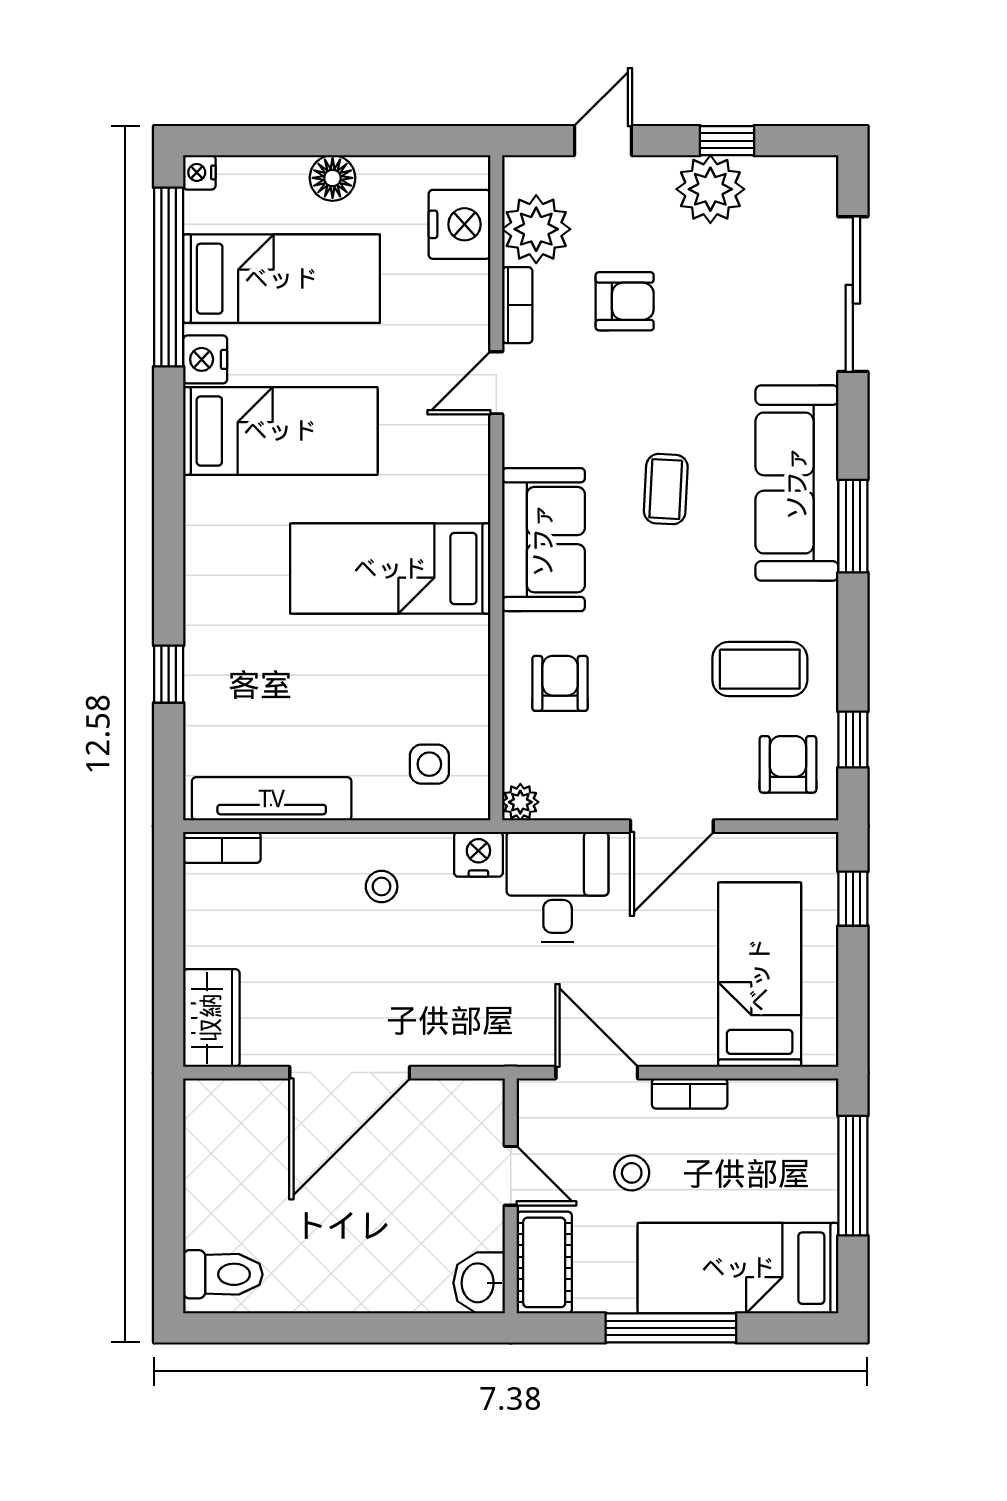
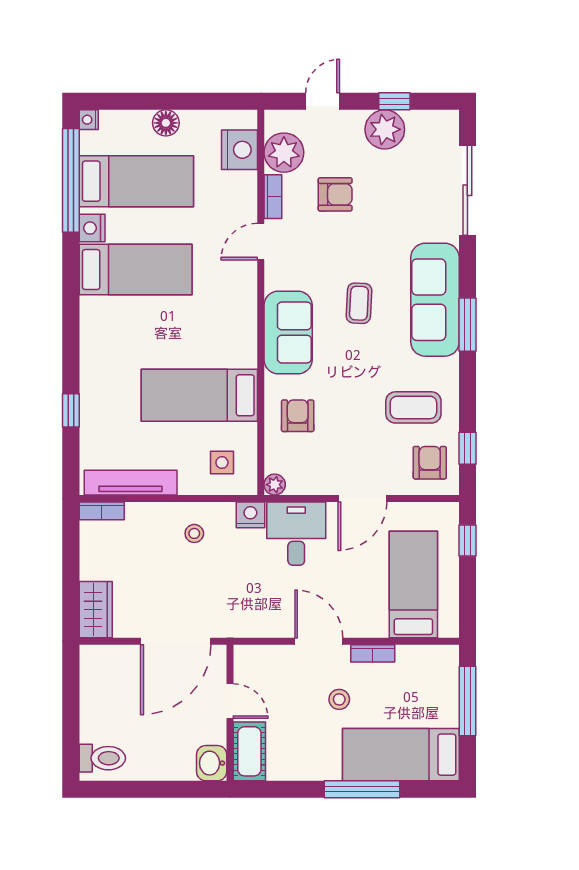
bed: (390, 569) -> (199, 395), moved
door: (511, 1176) -> (230, 701), moved
wall: (511, 1196) -> (230, 713), moved
cot: (544, 1262) -> (249, 751), moved
washbasin: (479, 1283) -> (212, 763), moved

